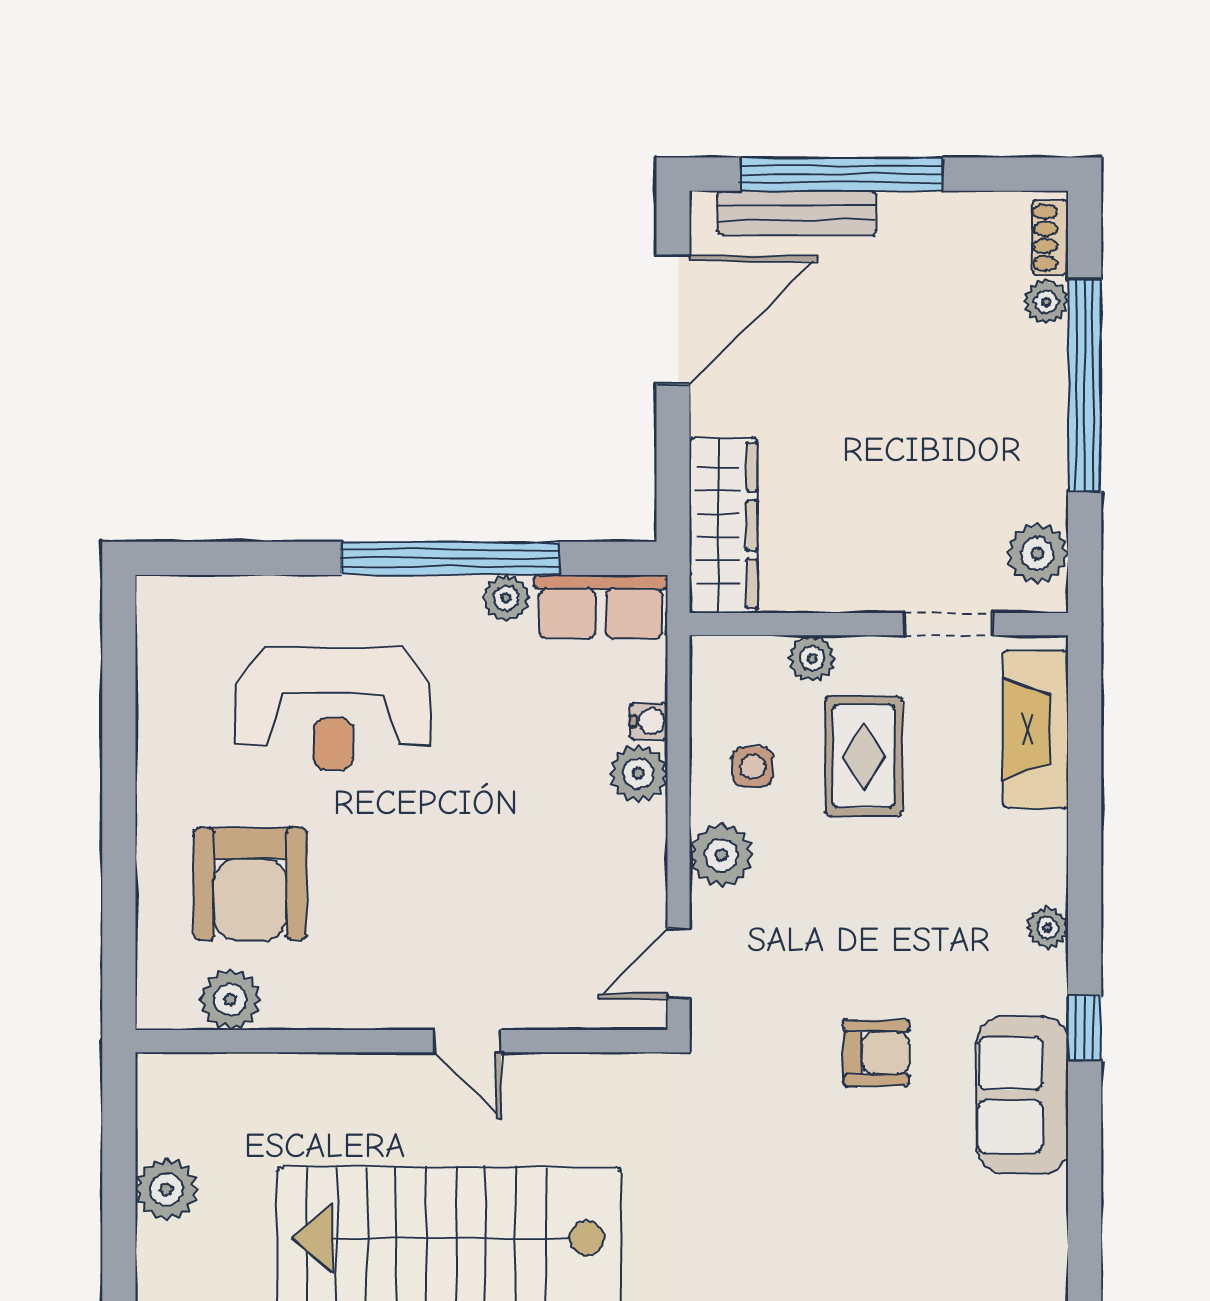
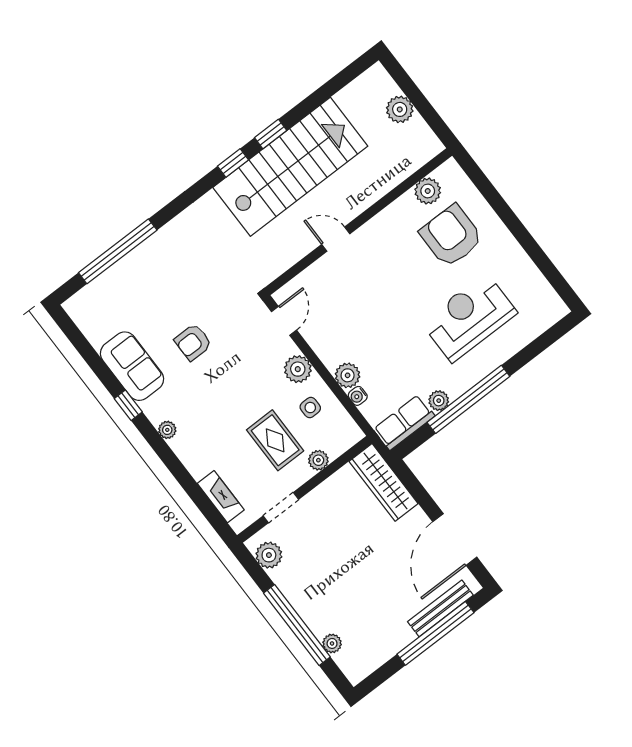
shoe rack: (1050, 238) -> (347, 666), removed
fireplace: (1036, 729) -> (221, 497), width x0.73, depth x0.76

